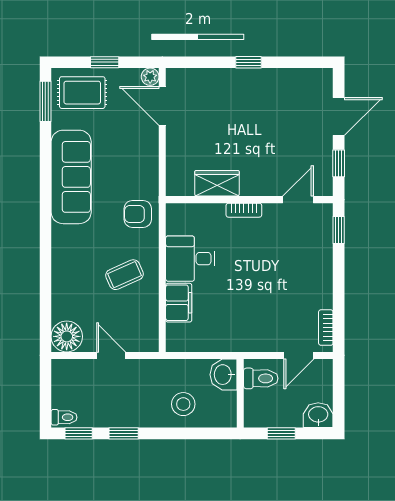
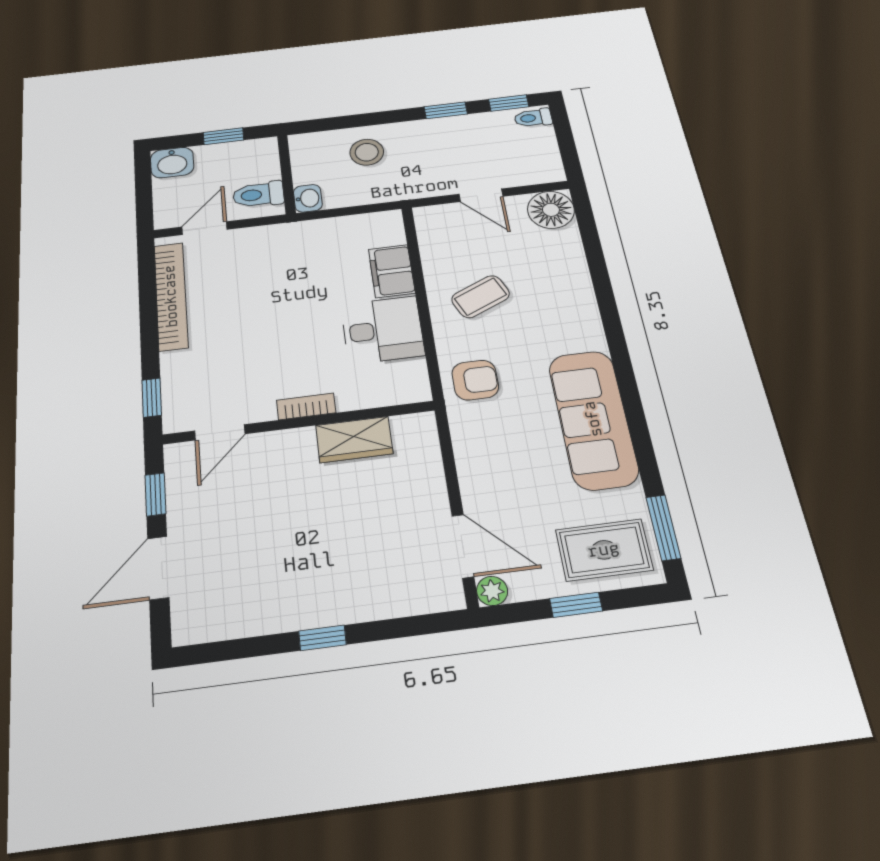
bookcase: (326, 328) -> (171, 296), width x2.31, depth x1.31
washbasin: (223, 375) -> (308, 198), width x0.72, depth x0.69

